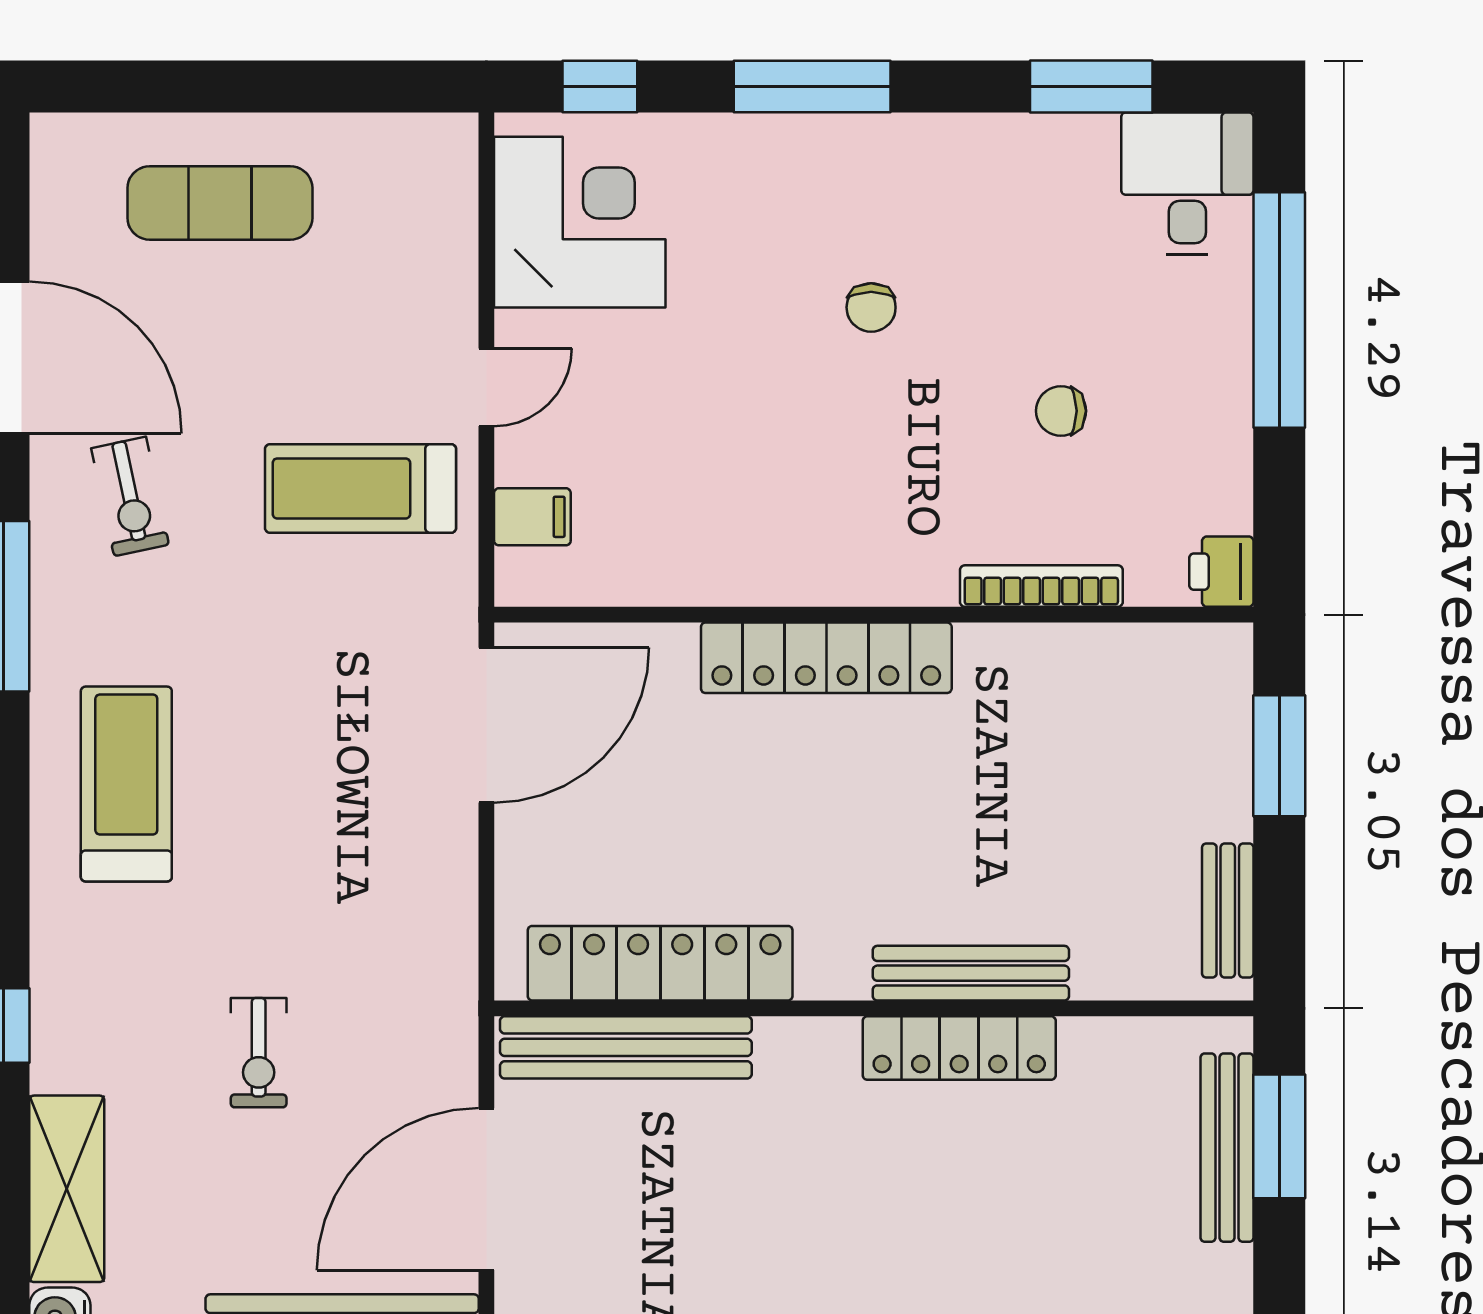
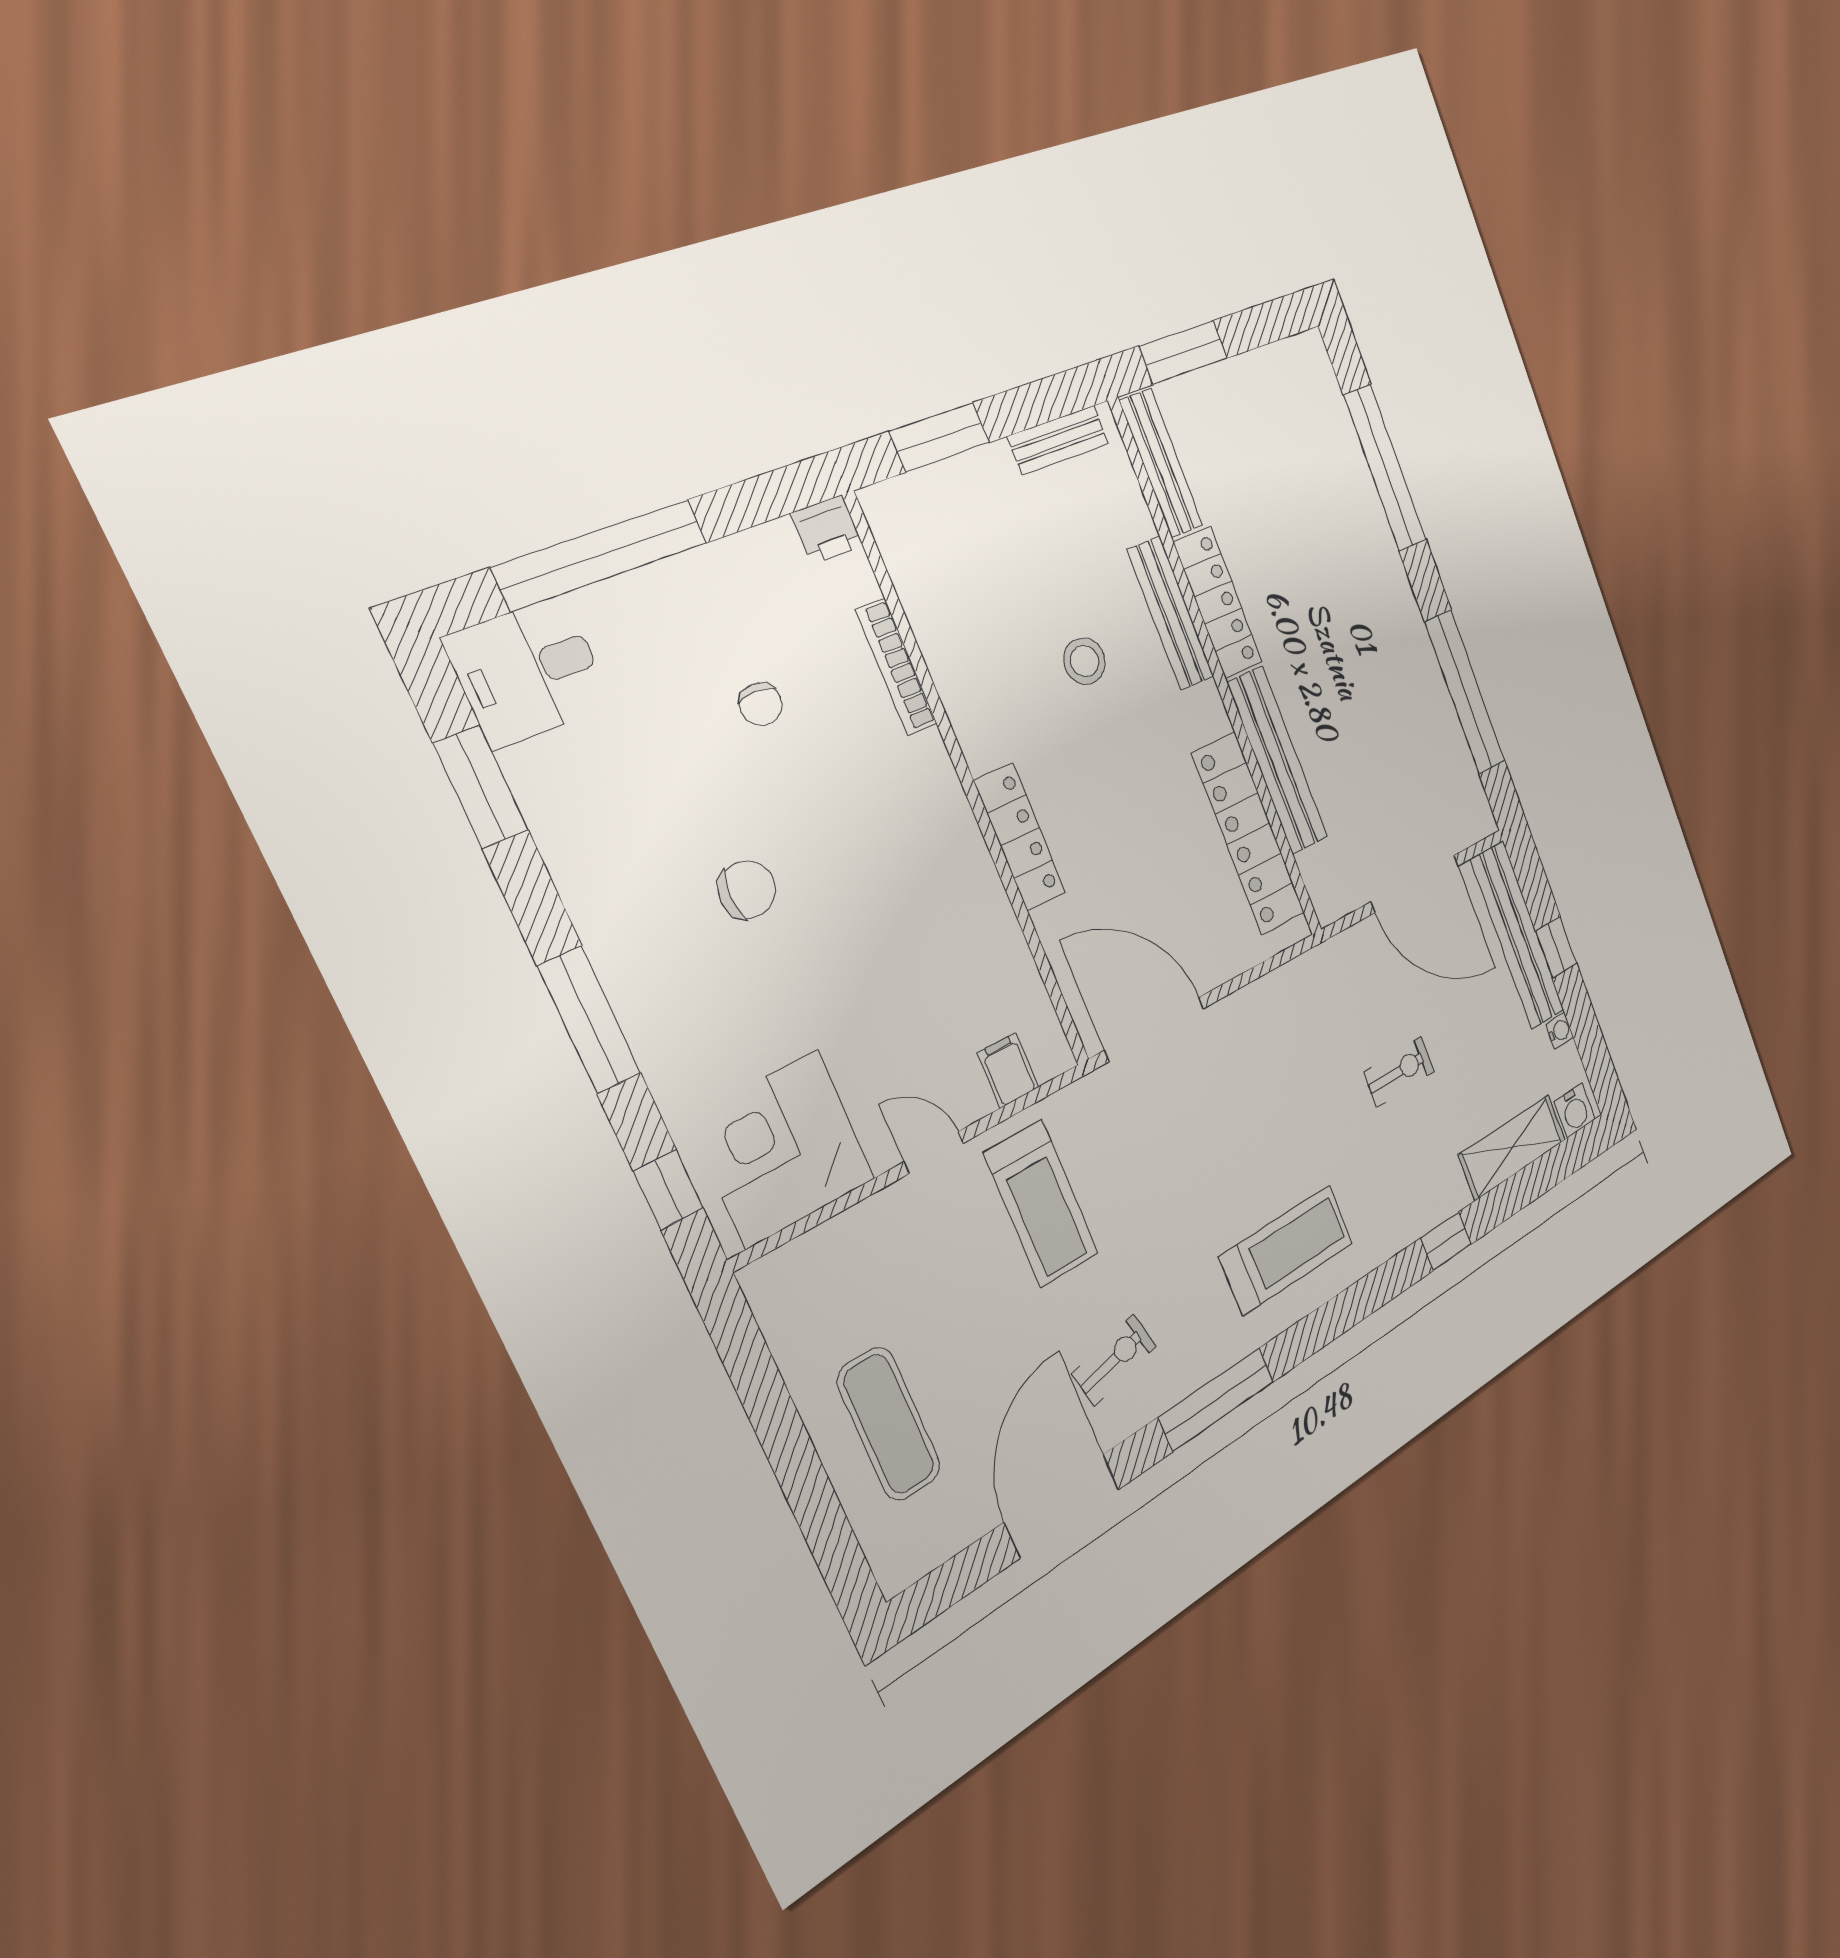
chair: (871, 307) -> (747, 890), width x1.37, depth x1.37
locker: (826, 658) -> (1020, 837), width x0.71, depth x0.83
treadmill: (126, 784) -> (1287, 1250), turned 180
stool: (958, 828) -> (1085, 661), added
bench: (626, 1047) -> (1277, 761), moved
bench: (1227, 1148) -> (1161, 463), moved, turned 90

